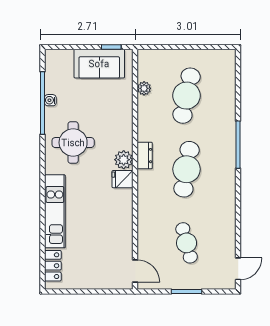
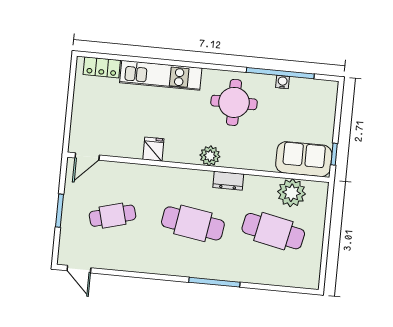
sofa: (99, 64) -> (304, 159), moved, turned 90
plant: (144, 88) -> (292, 193), width x1.87, depth x1.87
dresser: (145, 156) -> (228, 181), moved
fridge: (123, 179) -> (153, 149), moved

